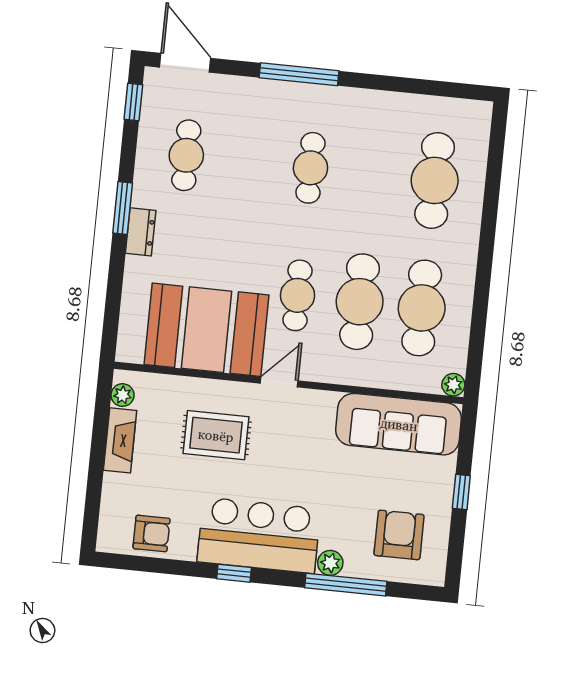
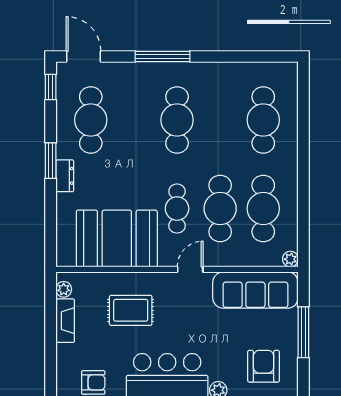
cafe table: (186, 155) -> (91, 120), width x1.37, depth x1.35
cafe table: (310, 168) -> (177, 120), width x1.37, depth x1.35
door: (279, 382) -> (190, 269), moved
window: (461, 492) -> (303, 332), width x2.17

